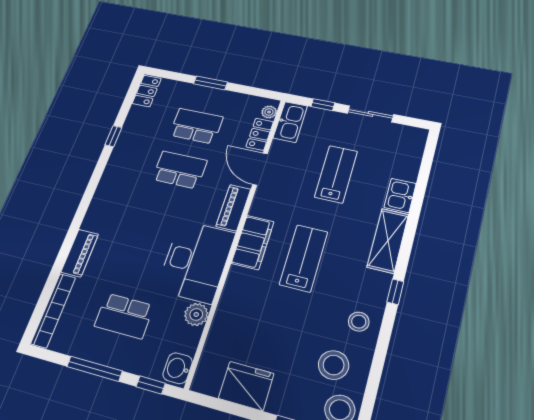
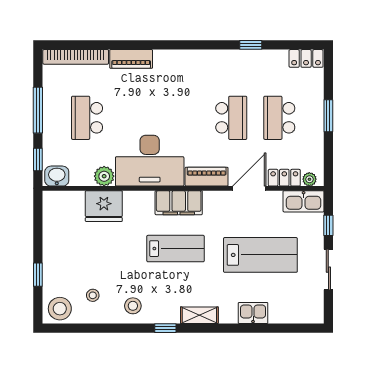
school desk: (196, 126) -> (279, 118), turned 180
lab bench: (336, 174) -> (260, 255), width x1.36, depth x1.39
shelving: (388, 241) -> (199, 315), width x0.67, depth x0.75
stool: (334, 365) -> (93, 295), width x0.53, depth x0.53
fridge: (246, 386) -> (104, 206), moved, turned 90

